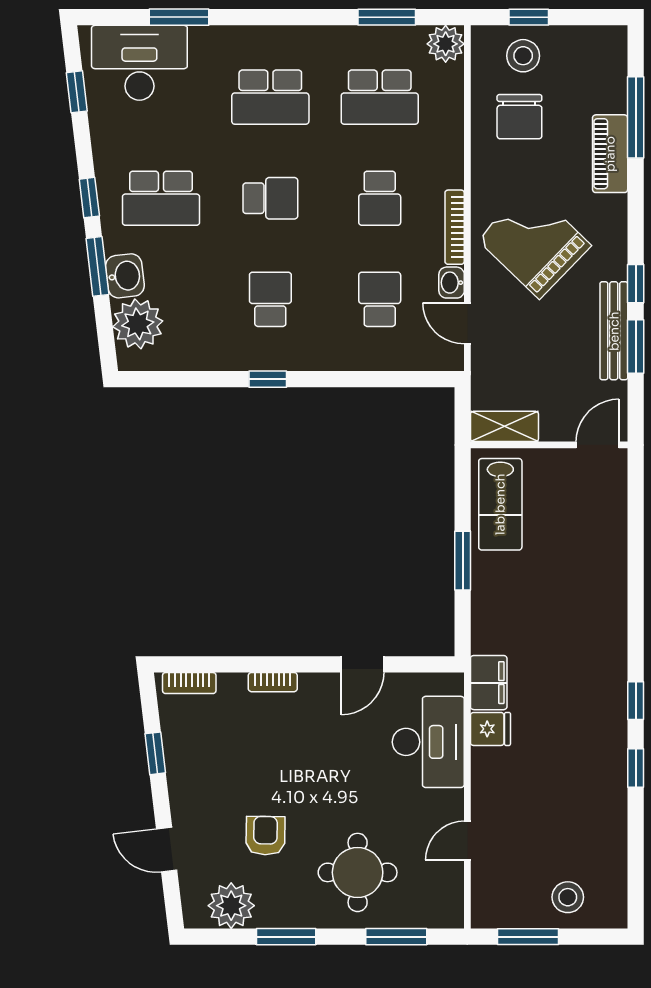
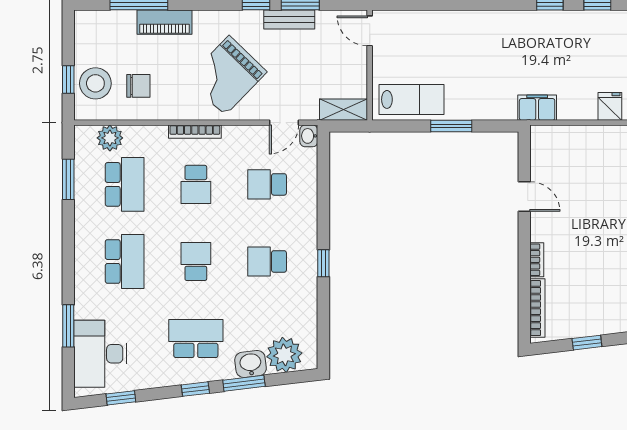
plant: (446, 44) -> (110, 138), moved
stool: (523, 56) -> (95, 83), width x1.38, depth x1.38
chair: (519, 117) -> (138, 86), width x0.73, depth x0.73
school desk: (161, 198) -> (196, 339), turned -90
school desk: (380, 198) -> (196, 184), turned 90
bookcase: (455, 227) -> (195, 132), moved
washbasin: (452, 283) -> (309, 136), moved, turned 90
bench: (614, 331) -> (289, 19), width x0.73
shelving: (504, 426) -> (343, 110), moved, turned 90
bookcase: (189, 683) -> (537, 308), width x1.56
fridge: (490, 729) -> (610, 106), moved
desk: (428, 742) -> (579, 150), removed

